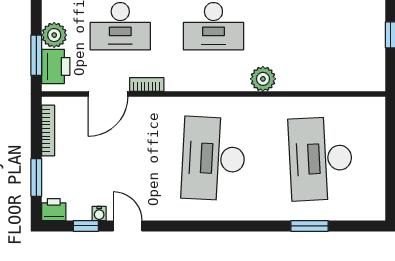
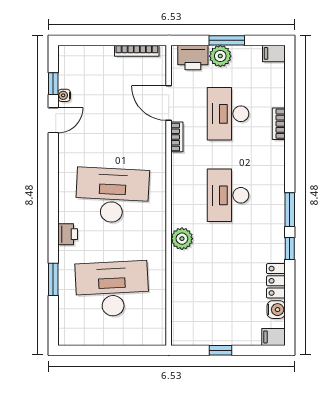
window: (36, 55) -> (227, 40), moved
window: (36, 177) -> (96, 40), removed
printer: (54, 210) -> (68, 234), moved

